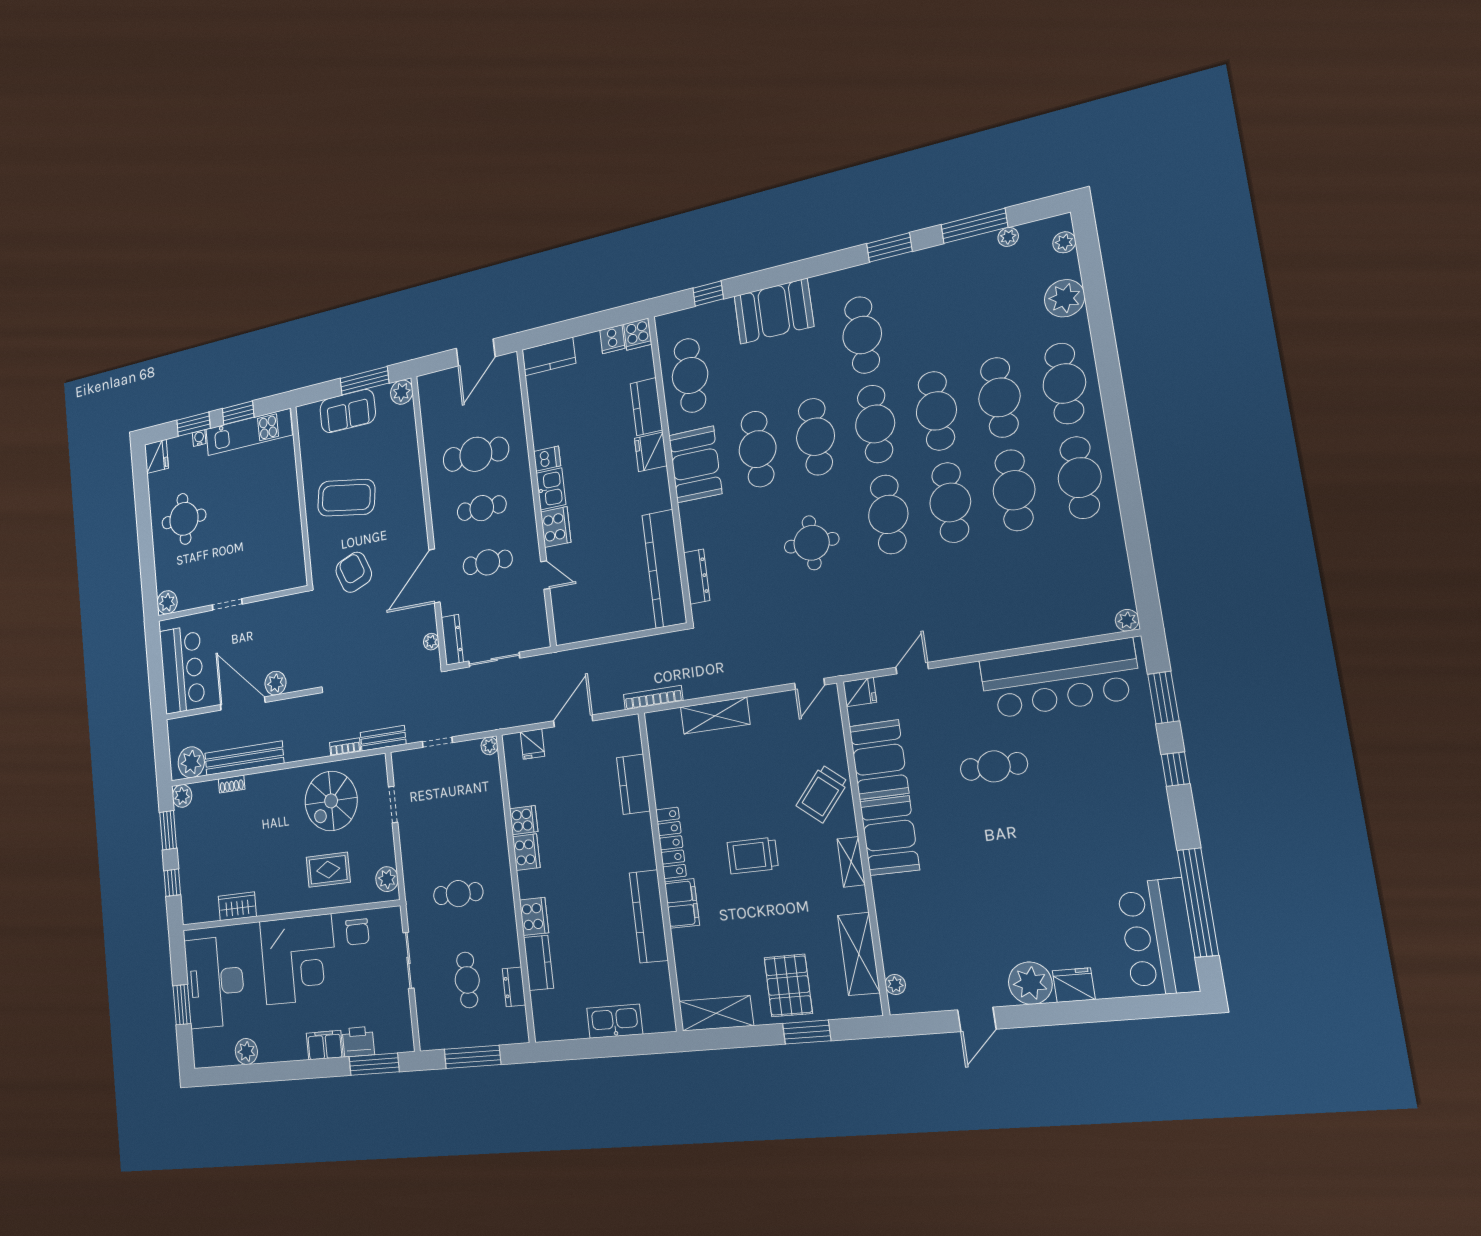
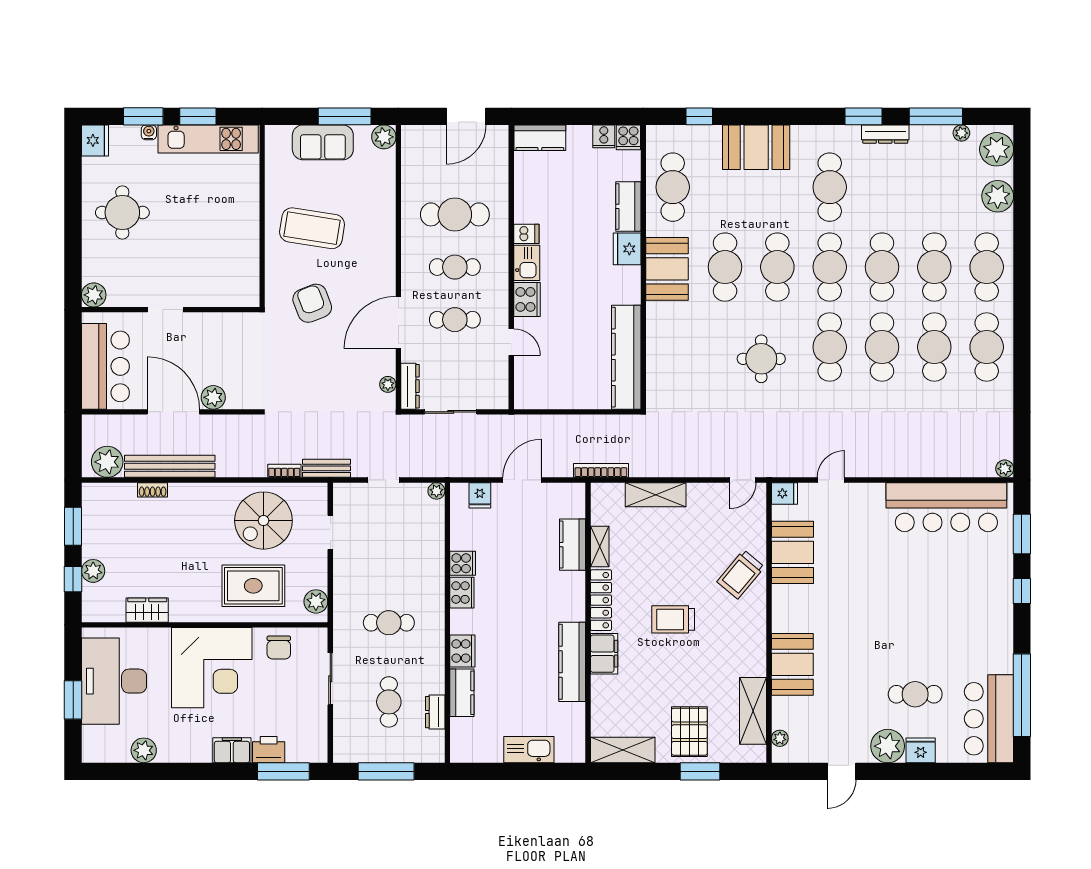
plant: (1064, 242) -> (997, 149), width x1.87, depth x1.87
dresser: (697, 577) -> (885, 134), moved, turned 90
cafe table: (994, 766) -> (915, 694), moved
plant: (182, 796) -> (93, 571), moved
booth: (889, 836) -> (792, 664), moved
shelving: (851, 862) -> (600, 547), moved
rug: (328, 870) -> (253, 586), width x1.36, depth x1.43

